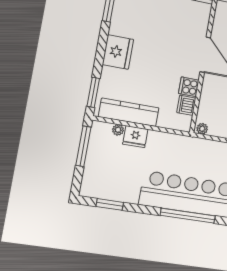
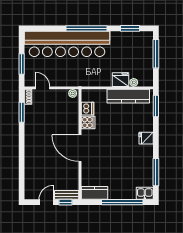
fridge: (118, 52) -> (146, 138), width x0.53, depth x0.75
window: (83, 146) -> (156, 54), moved
window: (188, 216) -> (87, 28), moved

